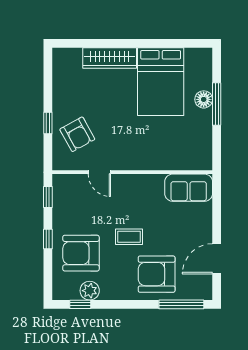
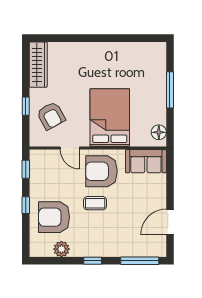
wardrobe: (110, 58) -> (38, 65), moved, turned -90
bed: (161, 82) -> (110, 118), moved, turned 180
floor lamp: (204, 99) -> (159, 132), moved
armchair: (157, 274) -> (101, 171), moved
window: (80, 304) -> (93, 261), moved

